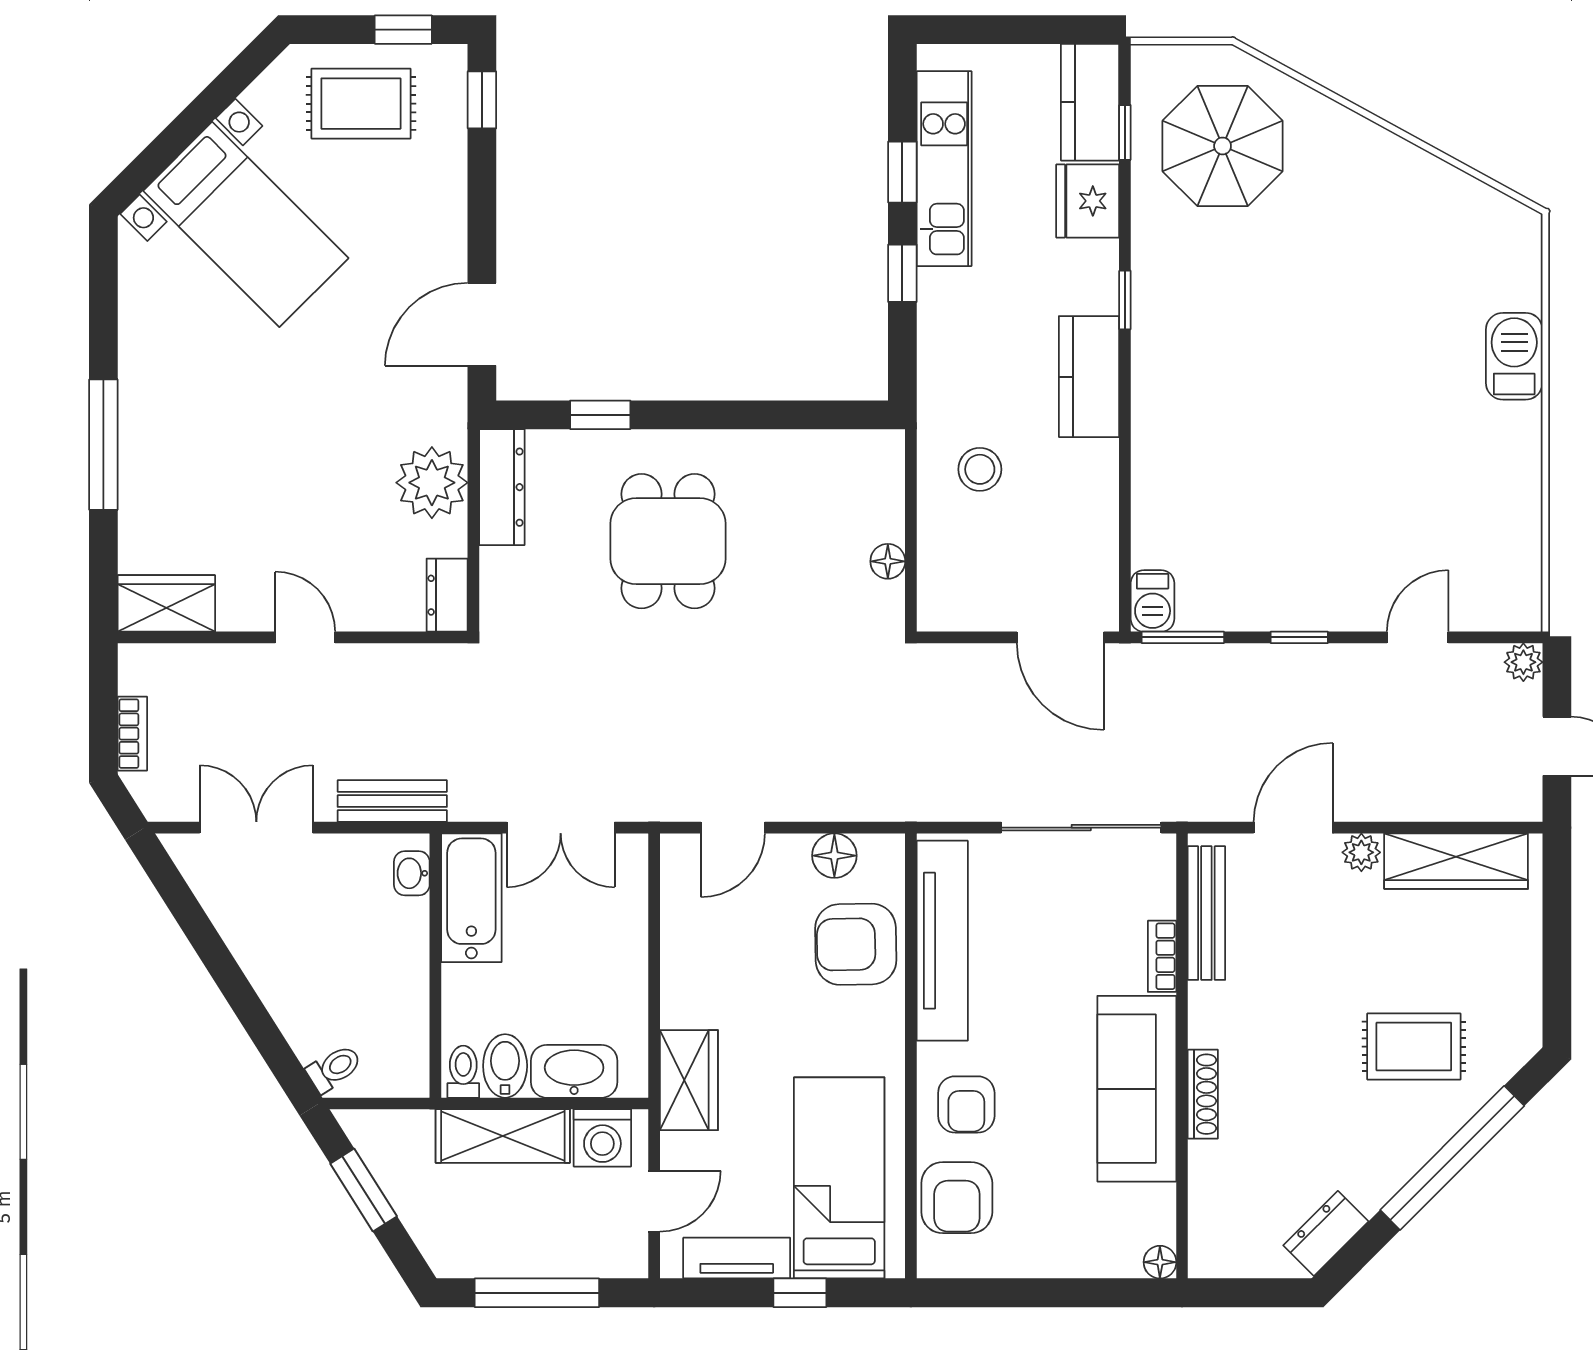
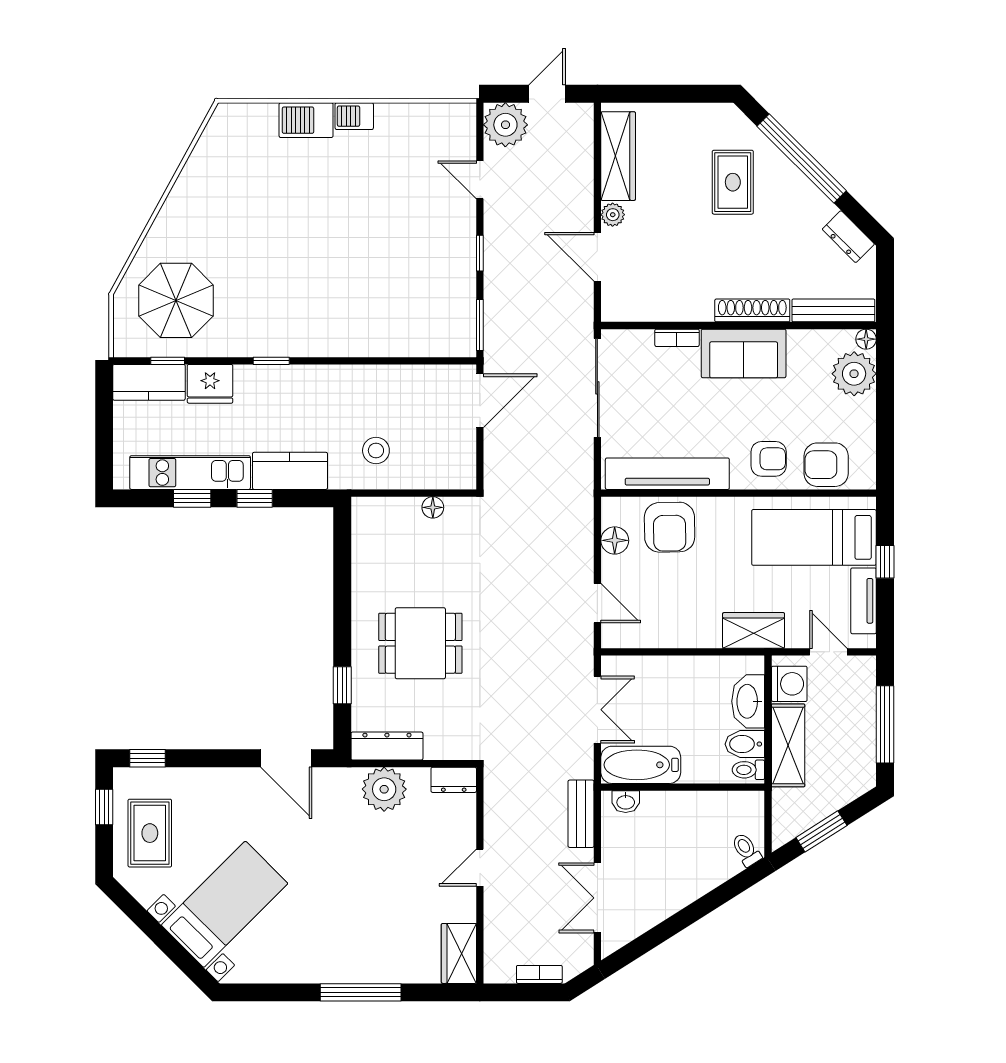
kitchen counter: (1089, 377) -> (290, 471), moved, turned 180
barbecue: (1153, 601) -> (354, 116), moved, turned 180
plant: (1523, 662) -> (505, 125), width x1.87, depth x1.87
bench: (1206, 913) -> (833, 310), moved
sofa: (1137, 1089) -> (744, 353), width x0.73
shoe rack: (1203, 1094) -> (752, 310), width x1.36, depth x1.24
armchair: (957, 1198) -> (826, 465), turned 180
plant: (1104, 1243) -> (854, 374), added

